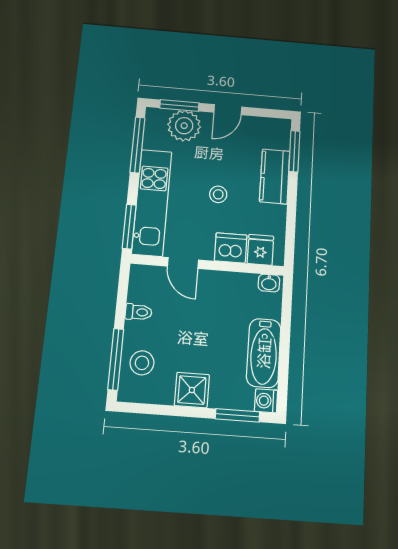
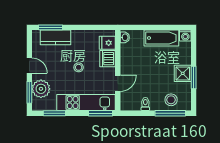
window: (137, 145) -> (54, 113), width x0.69
kitchen counter: (275, 176) -> (56, 37), moved
window: (238, 415) -> (194, 78), moved

